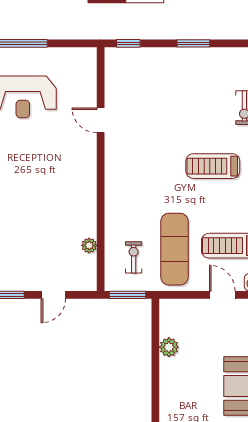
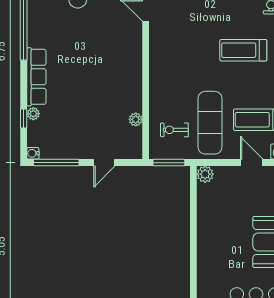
exercise bike: (134, 257) -> (174, 130), turned -90
plant: (169, 347) -> (205, 174), moved

